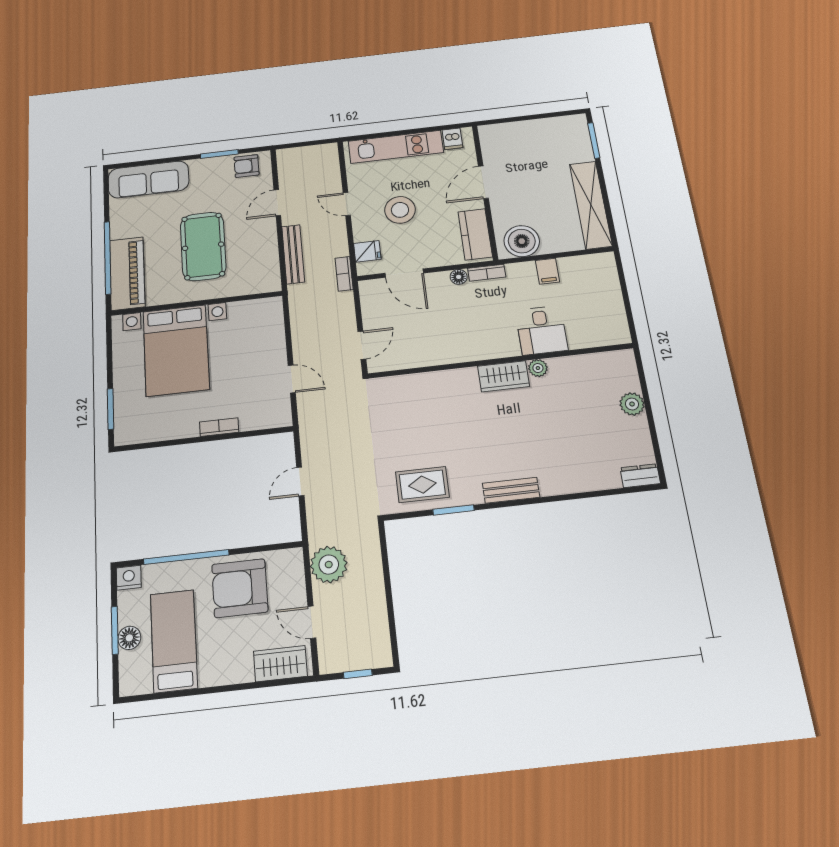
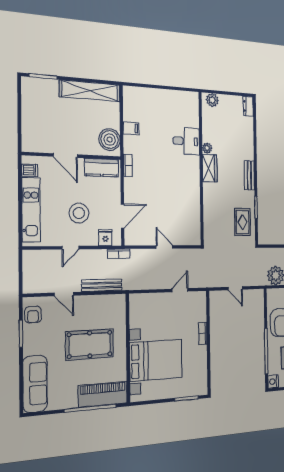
floor lamp: (459, 277) -> (129, 183), removed
desk: (542, 330) -> (186, 141), moved
wall: (500, 361) -> (201, 168), moved
plant: (538, 368) -> (207, 148), moved
wardrobe: (503, 376) -> (210, 168), moved

